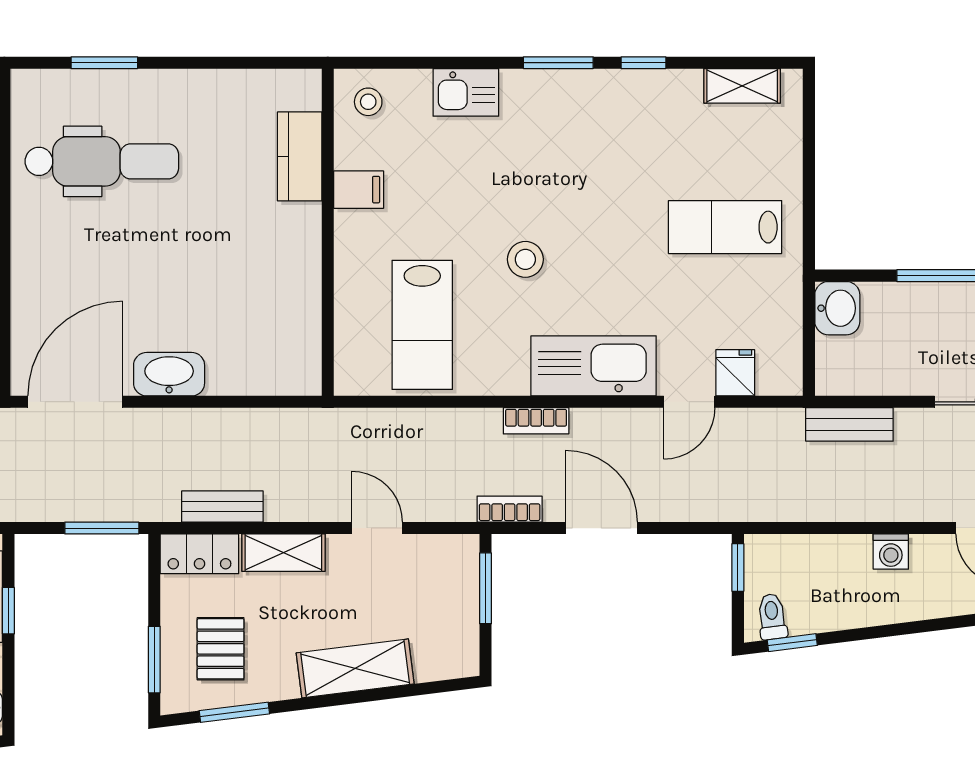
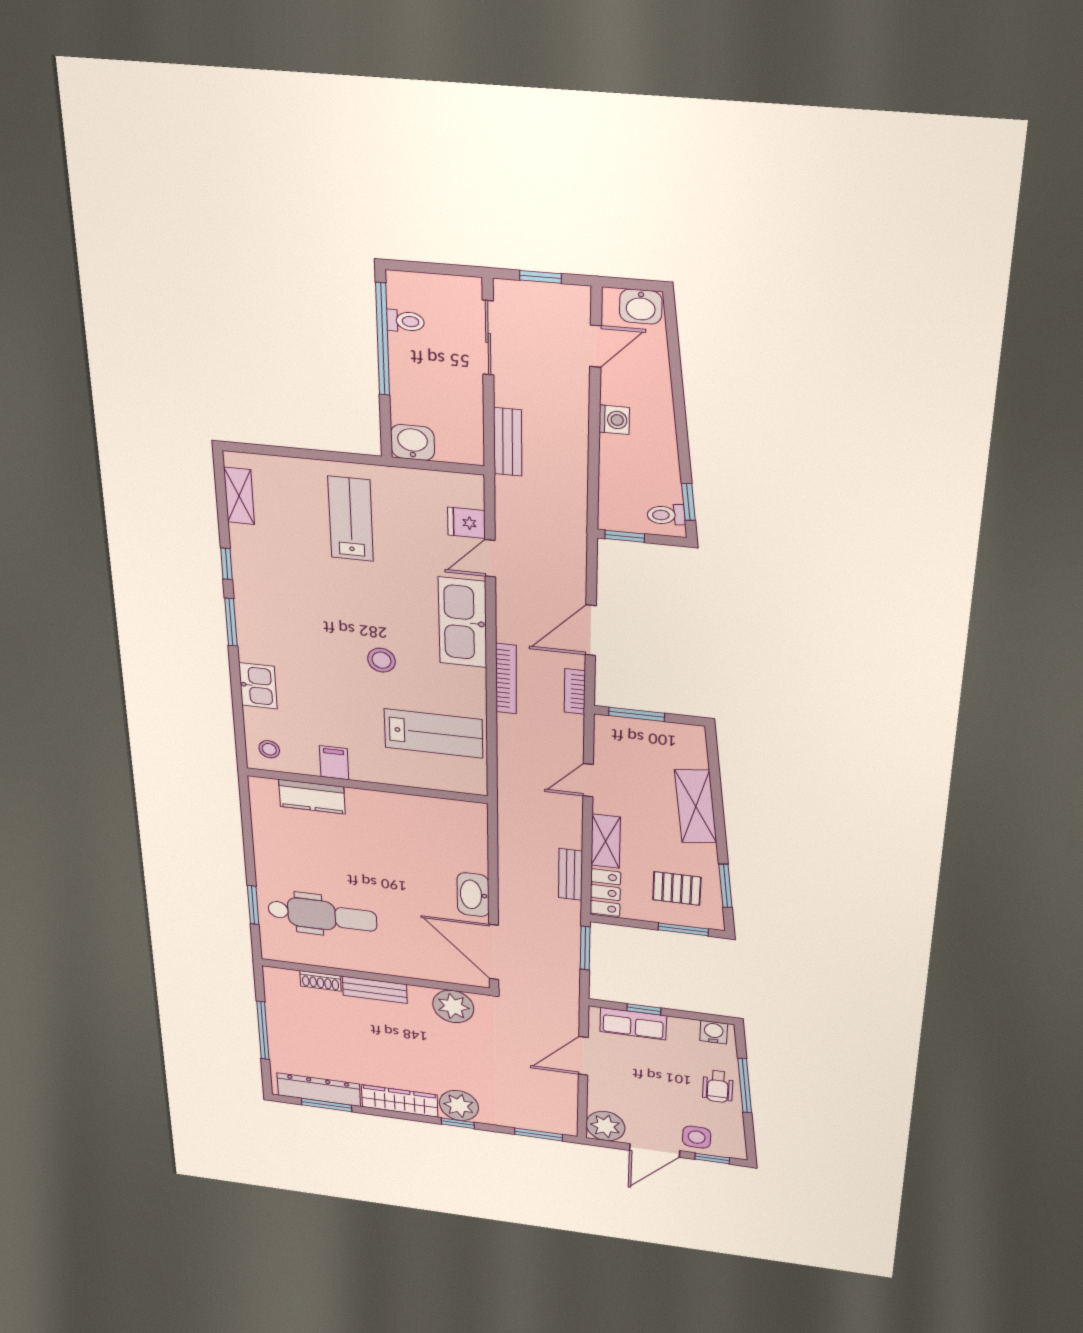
dental chair: (102, 161) -> (322, 915), turned 90
lab bench: (725, 227) -> (351, 519), turned 180
door: (689, 402) -> (490, 558), swing flipped
bookcase: (536, 421) -> (506, 679), width x1.56

